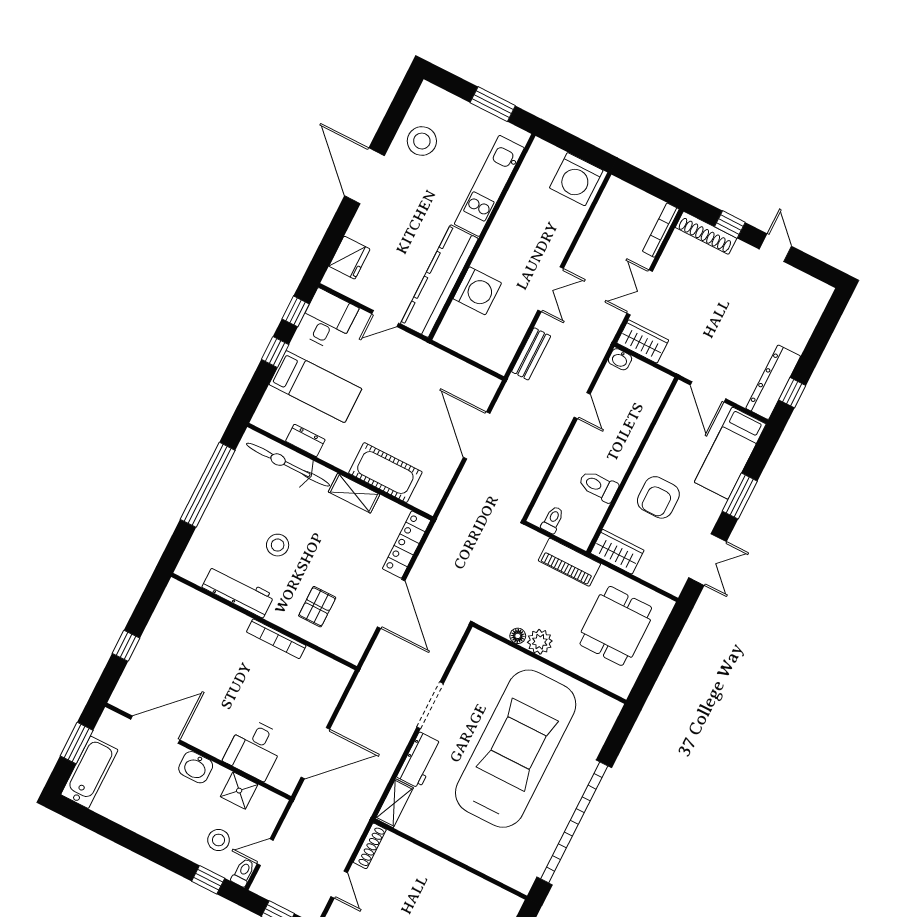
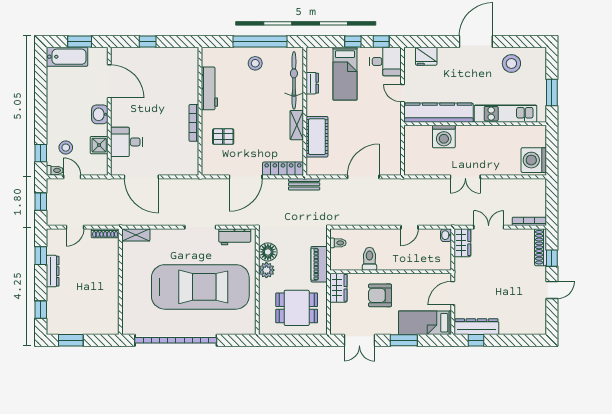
bench: (531, 354) -> (304, 184), moved
stool: (278, 545) -> (255, 63), moved
floor lamp: (518, 636) -> (268, 252), width x1.89, depth x1.89
workbench: (420, 760) -> (235, 237), moved

